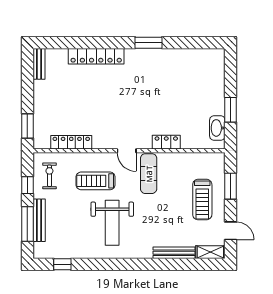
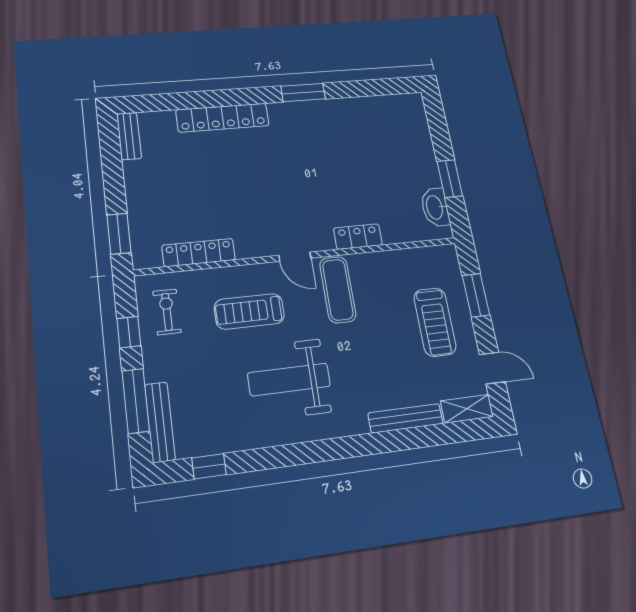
bench: (39, 220) -> (160, 422), moved
weight bench: (112, 223) -> (289, 380), turned 90

